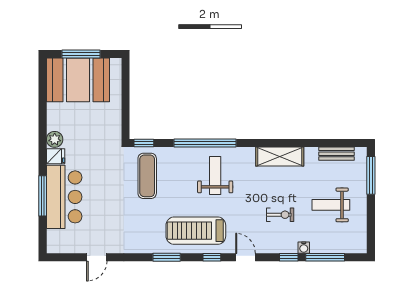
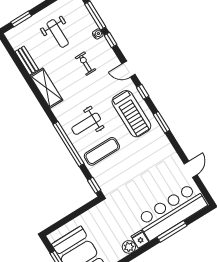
bench: (336, 154) -> (27, 61), moved
window: (371, 175) -> (21, 19), width x0.69
exercise mat: (147, 176) -> (102, 151), moved
bar counter: (64, 197) -> (171, 212), width x1.36
door: (97, 257) -> (191, 169), hinge flipped
door: (246, 257) -> (129, 69), hinge flipped

